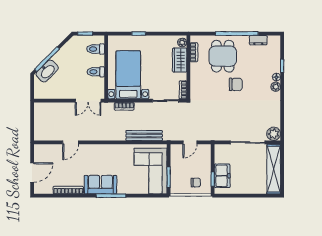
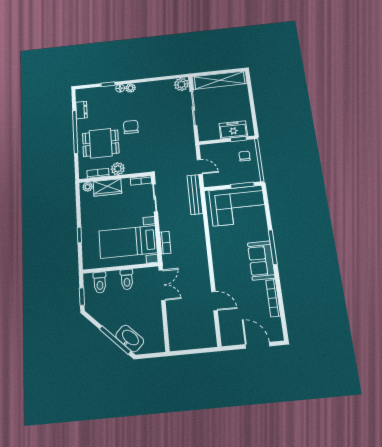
plant: (196, 70) -> (118, 169), added
bench: (144, 136) -> (195, 195), moved

